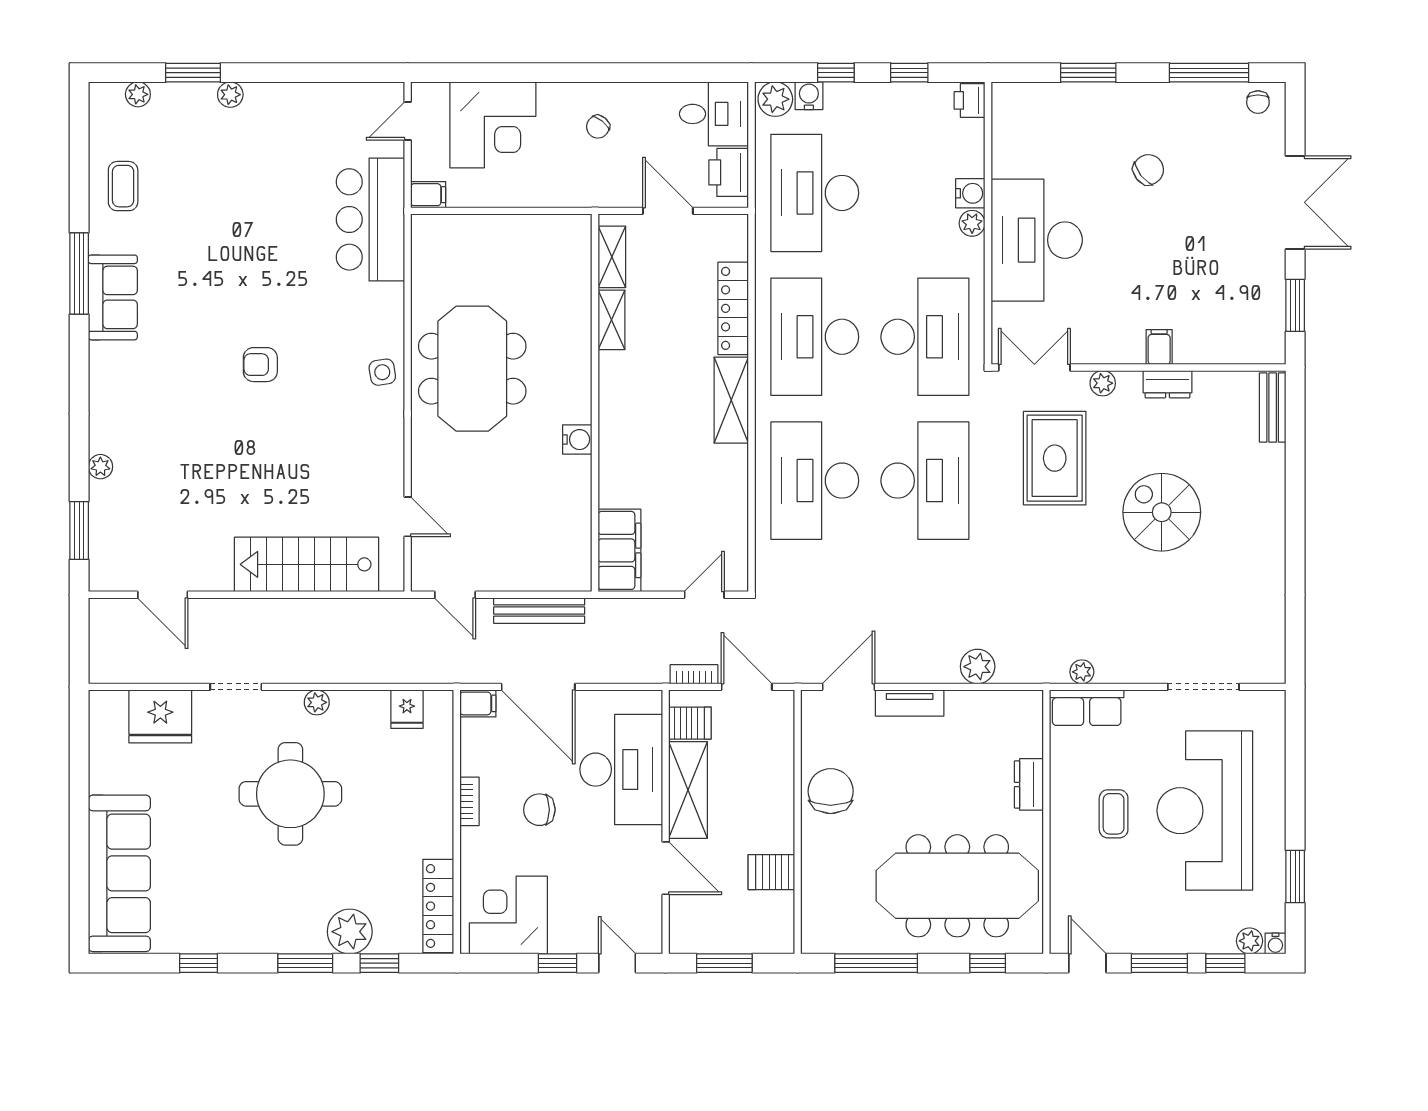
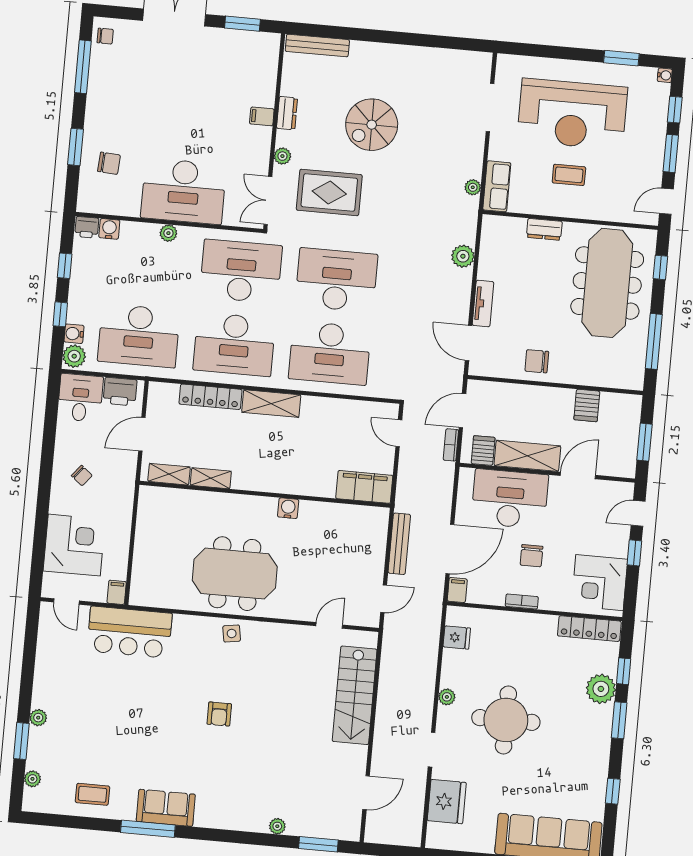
chair: (1148, 170) -> (109, 163), moved, turned 132
water cooler: (970, 193) -> (109, 229), moved
bench: (1273, 408) -> (317, 46), width x1.36
chair: (831, 791) -> (537, 361), width x0.73, depth x0.73
plant: (1249, 941) -> (661, 92), removed

